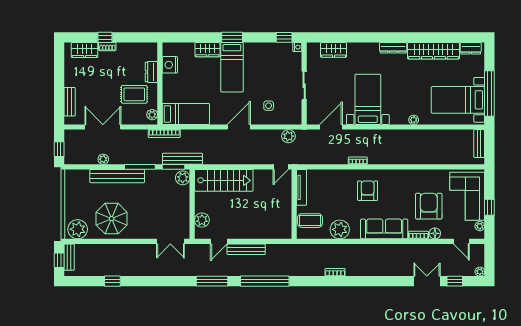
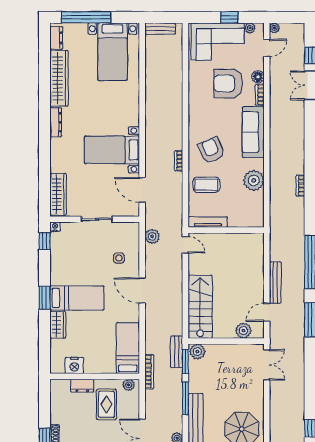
wardrobe: (334, 50) -> (58, 194), width x1.50
window: (489, 94) -> (86, 17), moved
plant: (414, 120) -> (134, 100), removed
bench: (183, 159) -> (177, 352), width x0.73
armchair: (368, 191) -> (211, 150), turned 67
coffee table: (310, 221) -> (206, 185), moved, turned 90
door: (219, 241) -> (267, 312), swing flipped
plant: (480, 272) -> (275, 28), moved

